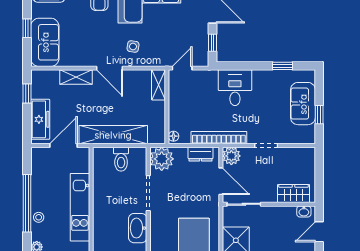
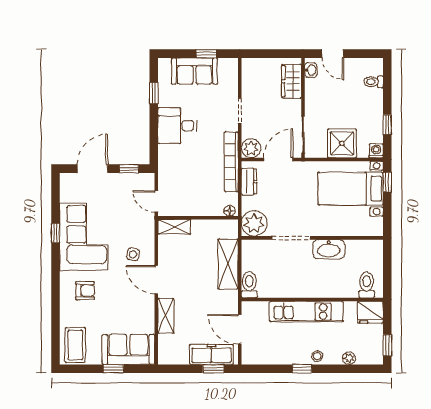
door: (110, 68) -> (156, 280), swing flipped
desk: (235, 88) -> (177, 126), moved
window: (27, 93) -> (213, 369), moved
shelving: (113, 135) -> (228, 264), width x0.68
toilet: (121, 159) -> (249, 285), moved, turned -90
window: (27, 203) -> (302, 369), width x0.32

